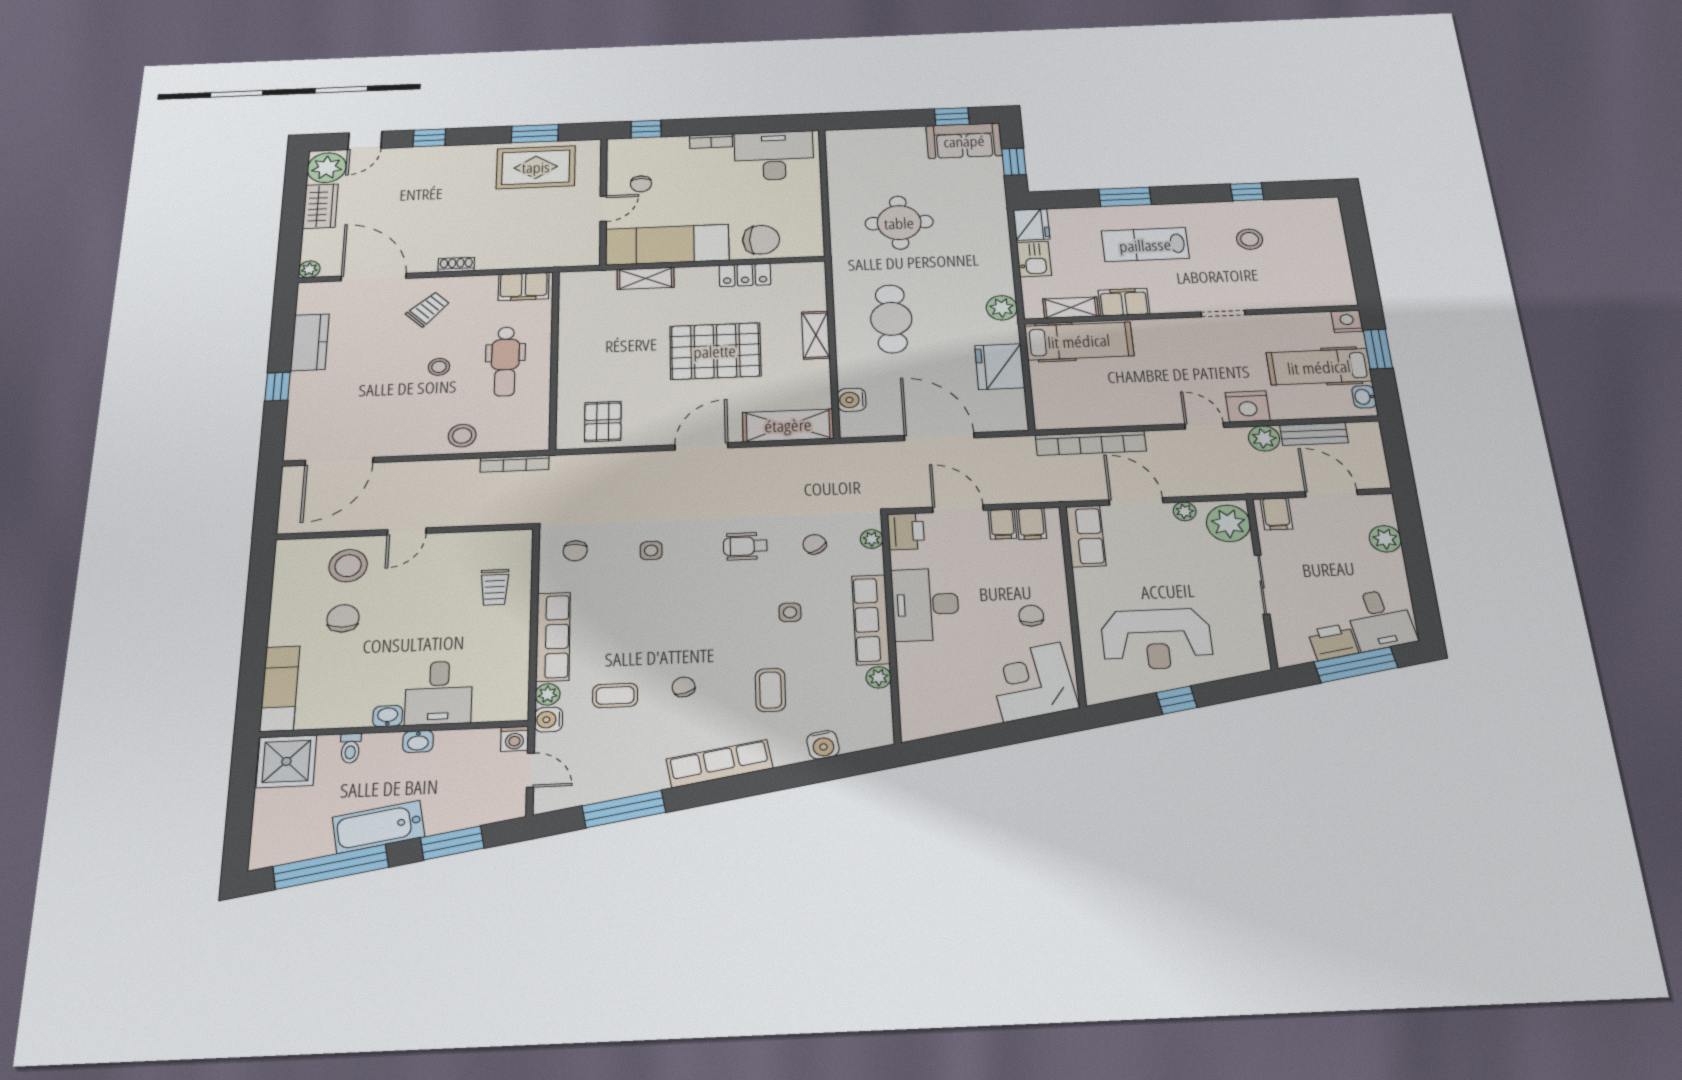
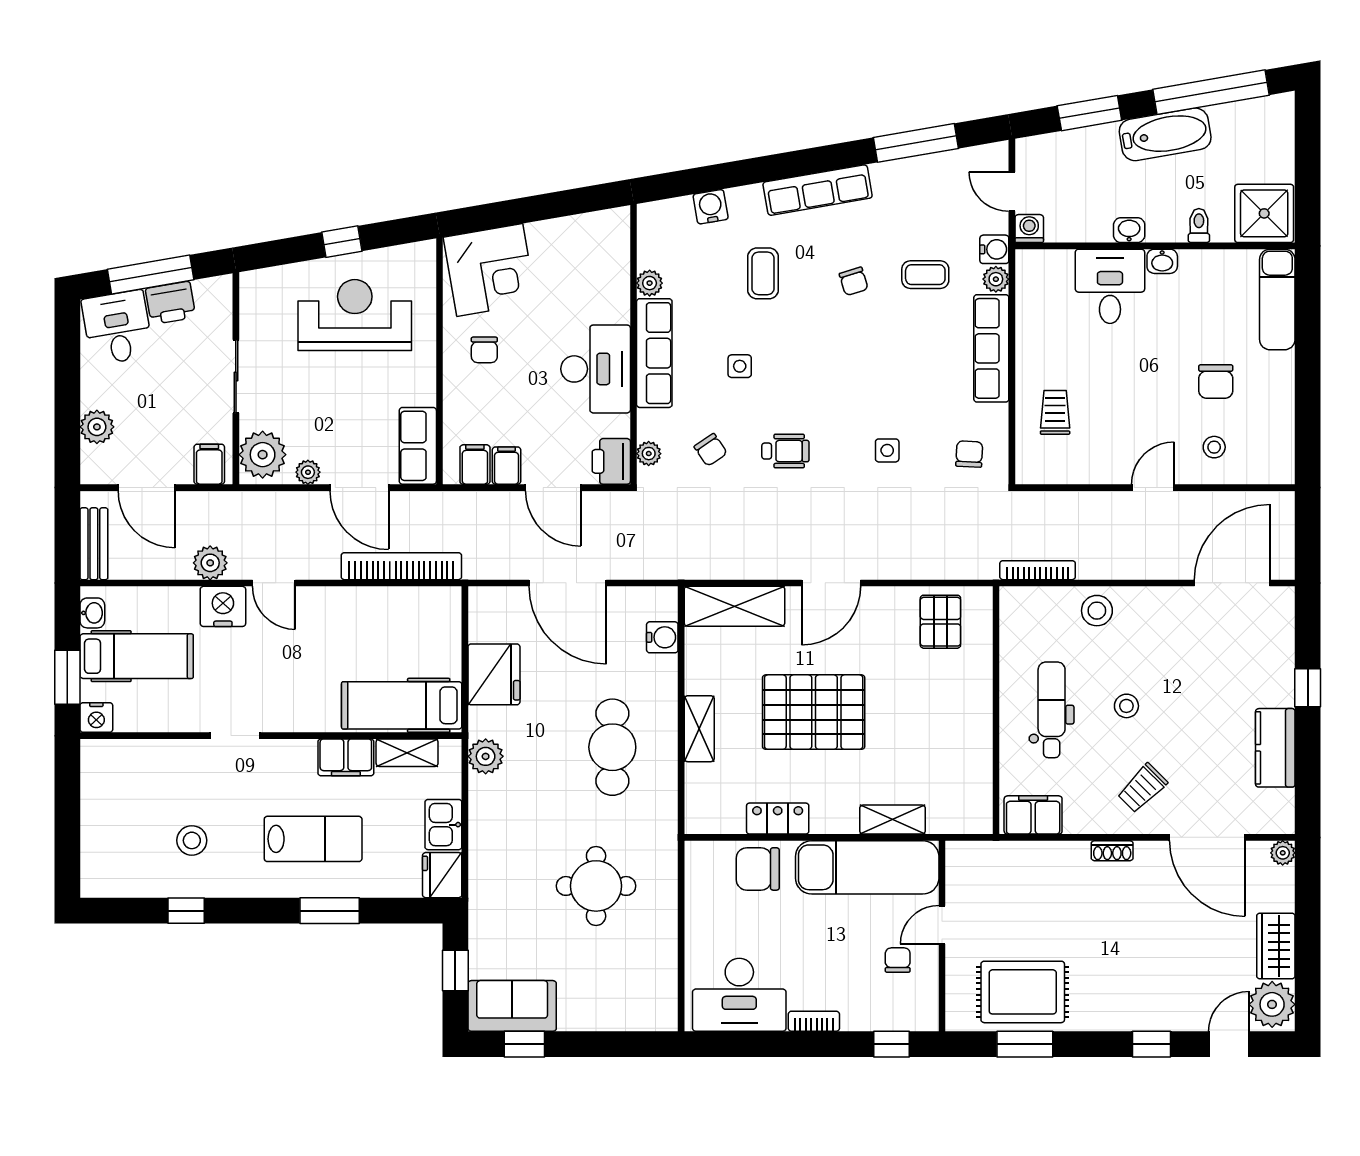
bench: (1314, 434) -> (94, 544), moved, turned 90
stool: (348, 566) -> (1214, 447), width x0.53, depth x0.53

